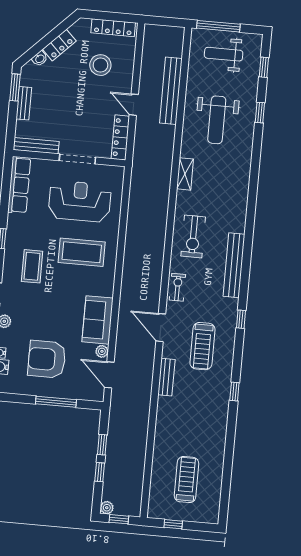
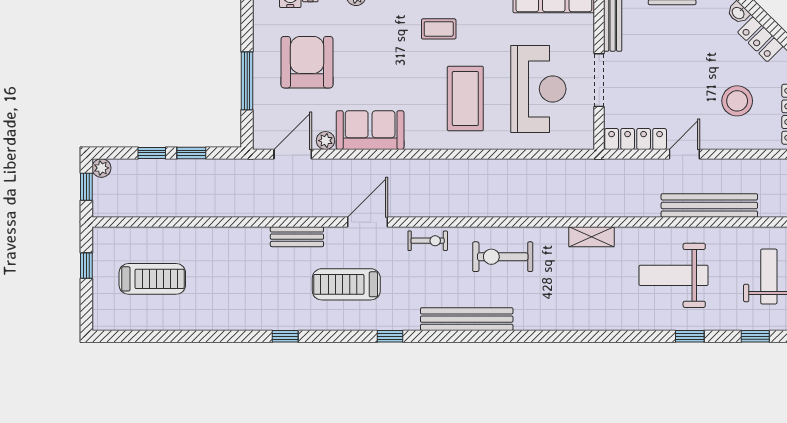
coffee table: (32, 266) -> (439, 29), width x0.73, depth x0.77

